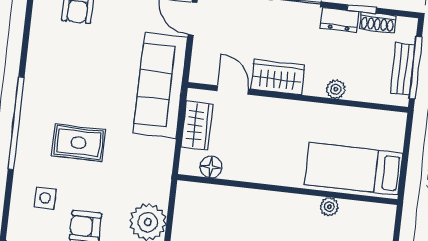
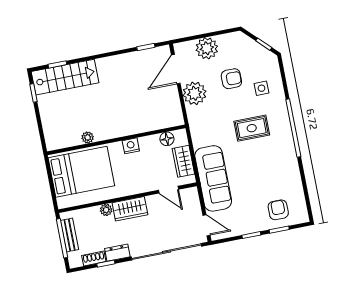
wardrobe: (277, 77) -> (130, 209), moved
bed: (354, 169) -> (81, 172), width x1.50
nightstand: (268, 174) -> (131, 146), added

